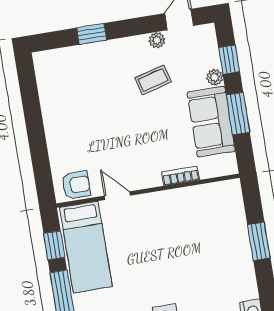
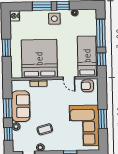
corner sofa: (71, 100) -> (84, 125), added
window: (34, 119) -> (103, 119), added
bed: (186, 228) -> (39, 59), added

